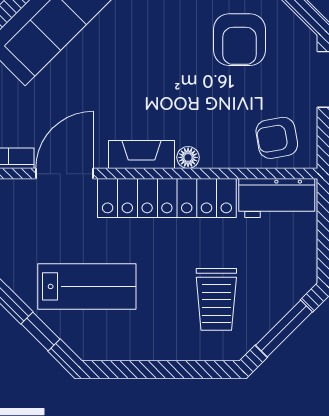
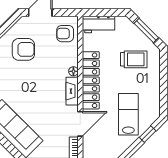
armchair: (277, 138) -> (65, 34), turned 100
door: (65, 174) -> (80, 124), swing flipped
workbench: (277, 198) -> (99, 24), moved, turned 90

